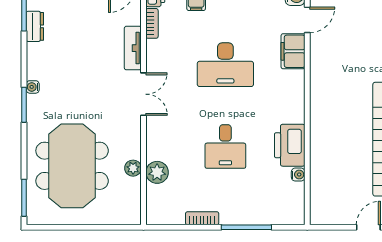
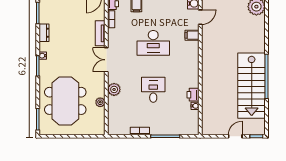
dresser: (35, 26) -> (44, 33), moved
filing cabinet: (293, 51) -> (192, 35), width x0.50
double door: (144, 94) -> (106, 60), swing flipped
printer: (290, 145) -> (193, 95), width x0.53, depth x0.68
desk: (225, 147) -> (153, 90), turned 180
plant: (157, 172) -> (114, 89), moved

